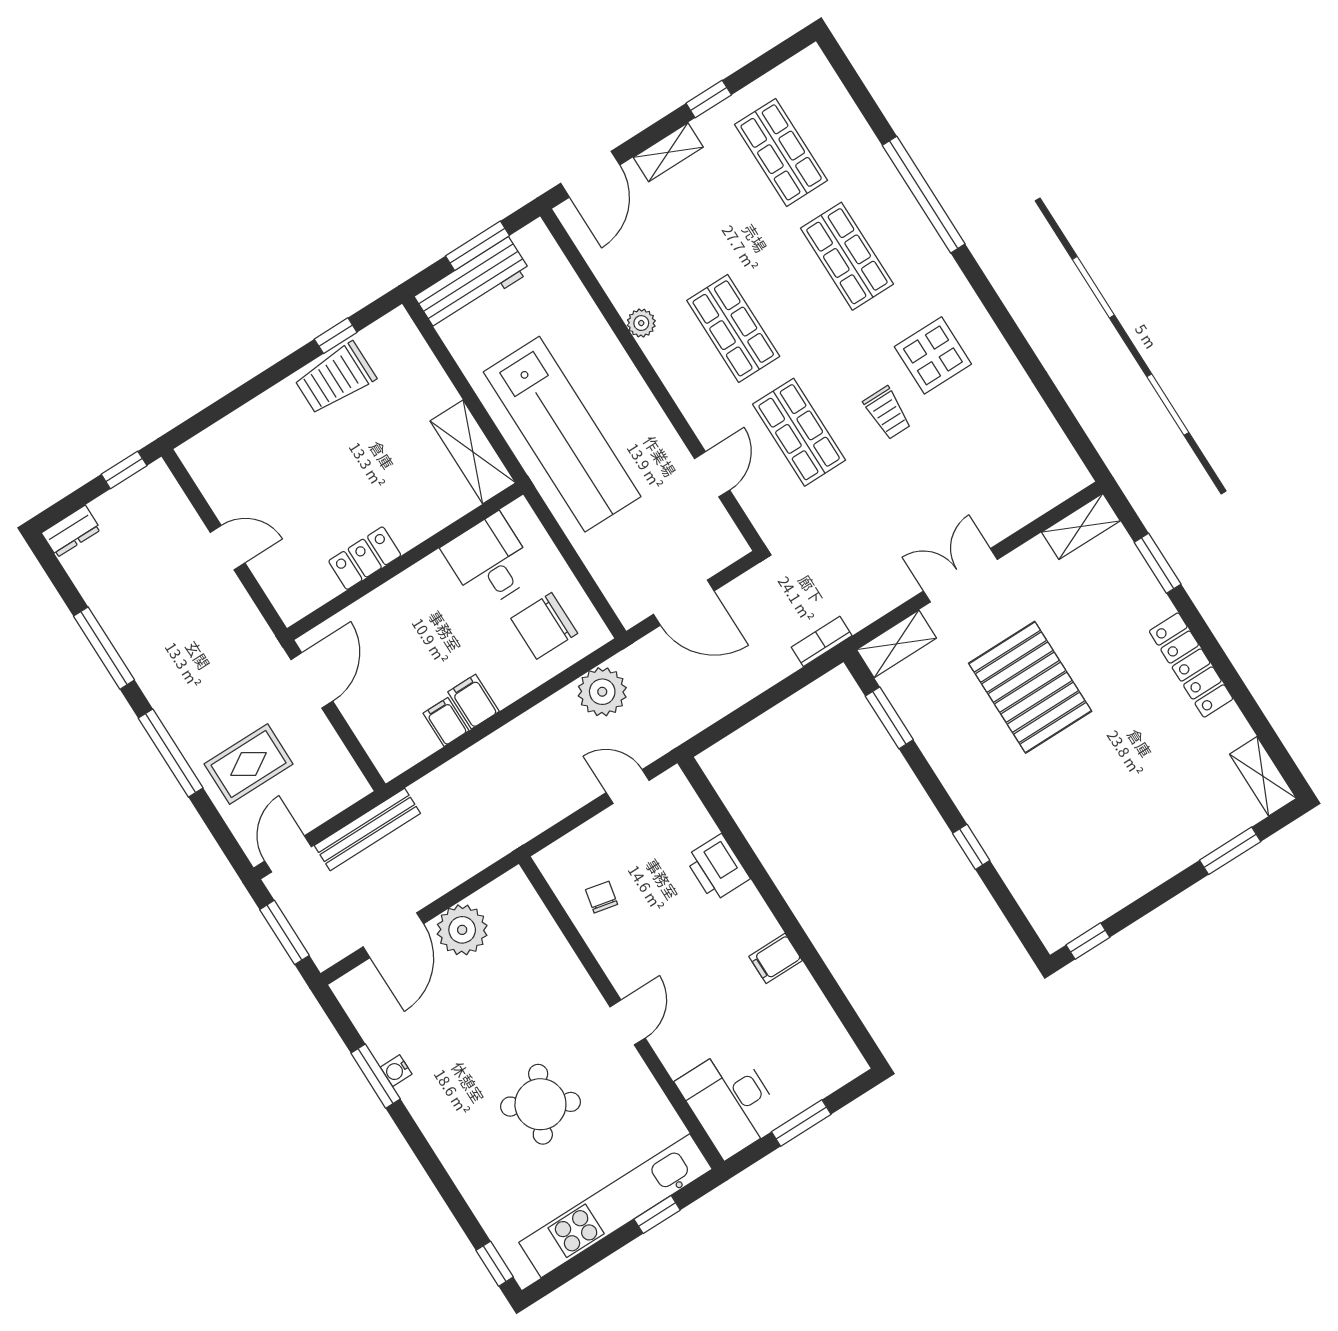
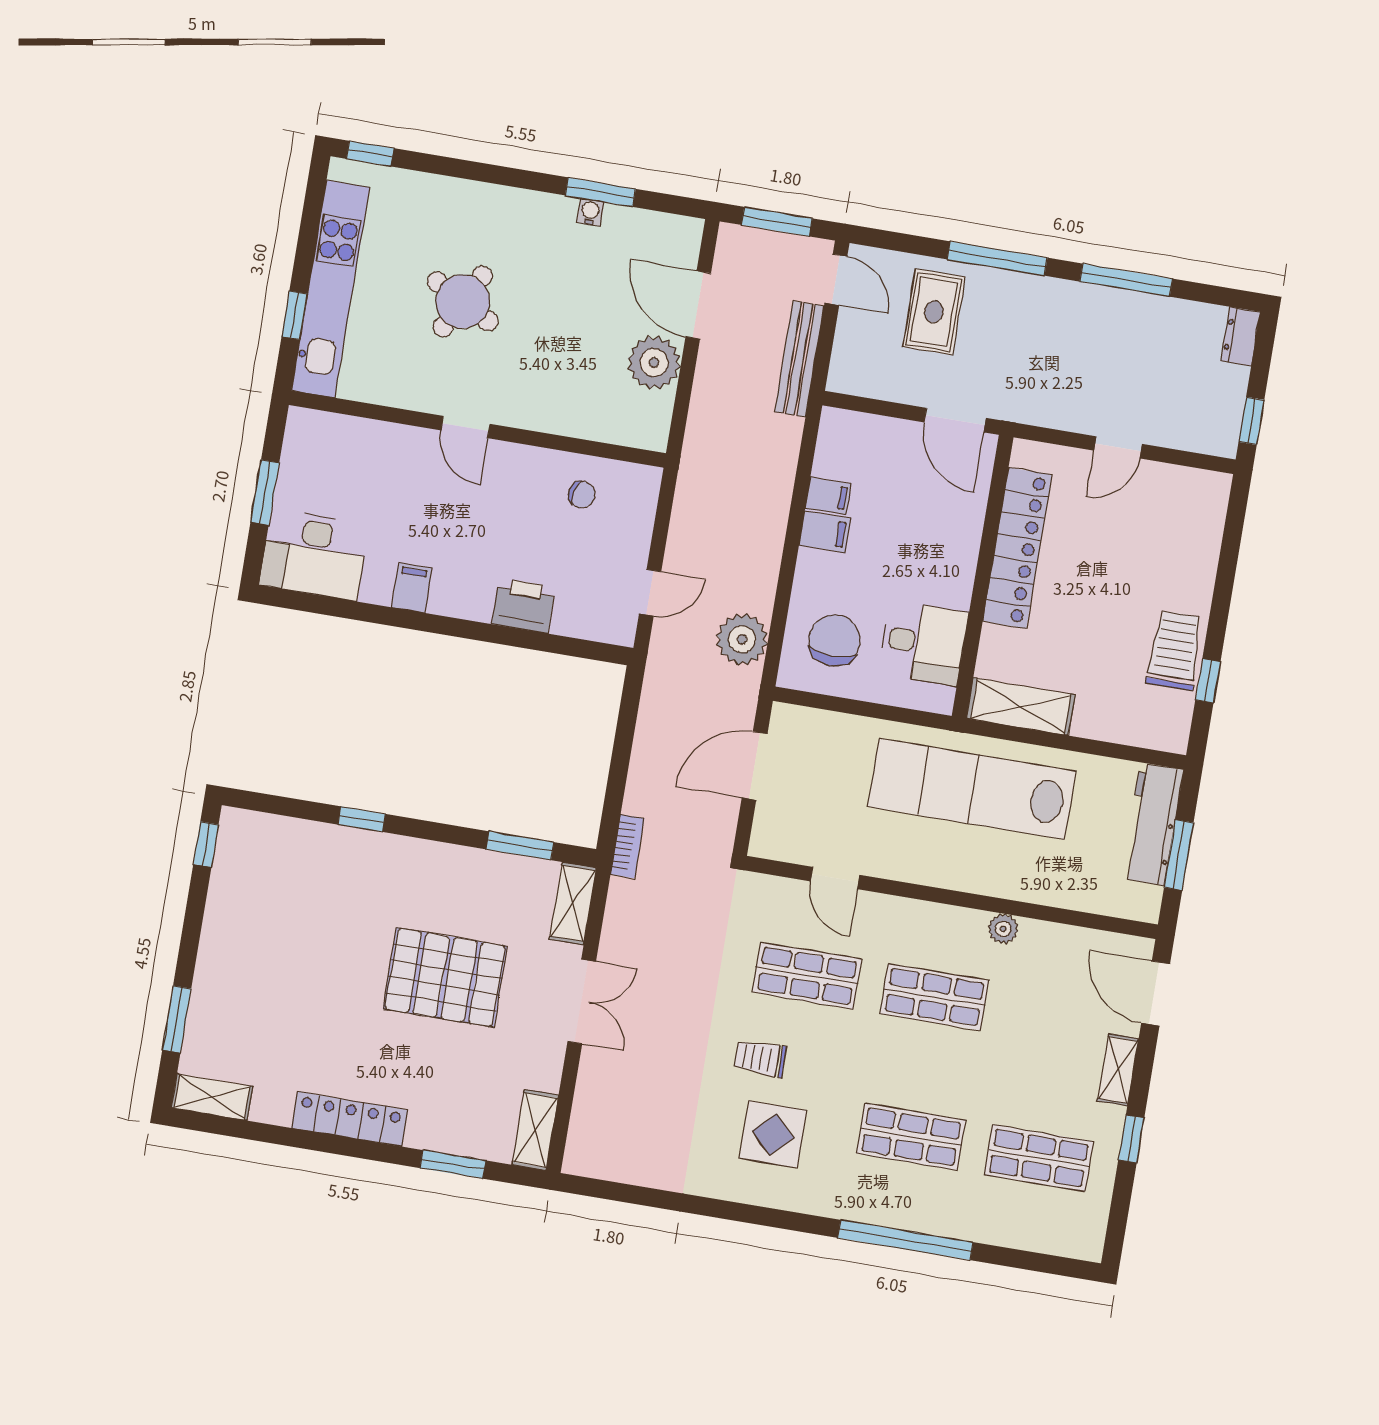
locker: (365, 558) -> (1017, 548), width x2.16, depth x1.21
desk: (730, 1102) -> (314, 555), moved, turned 180

